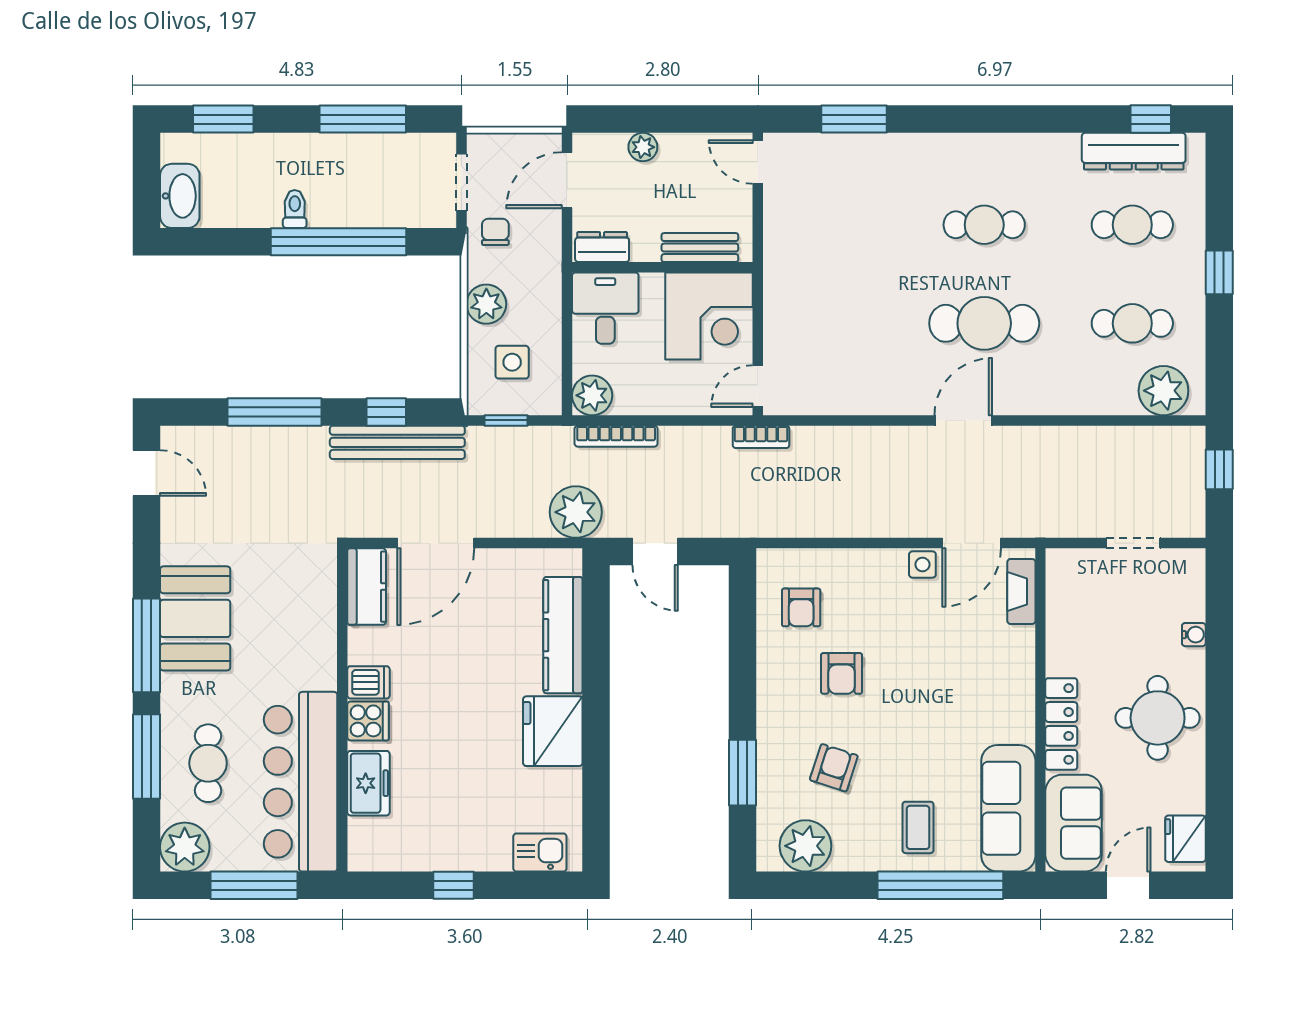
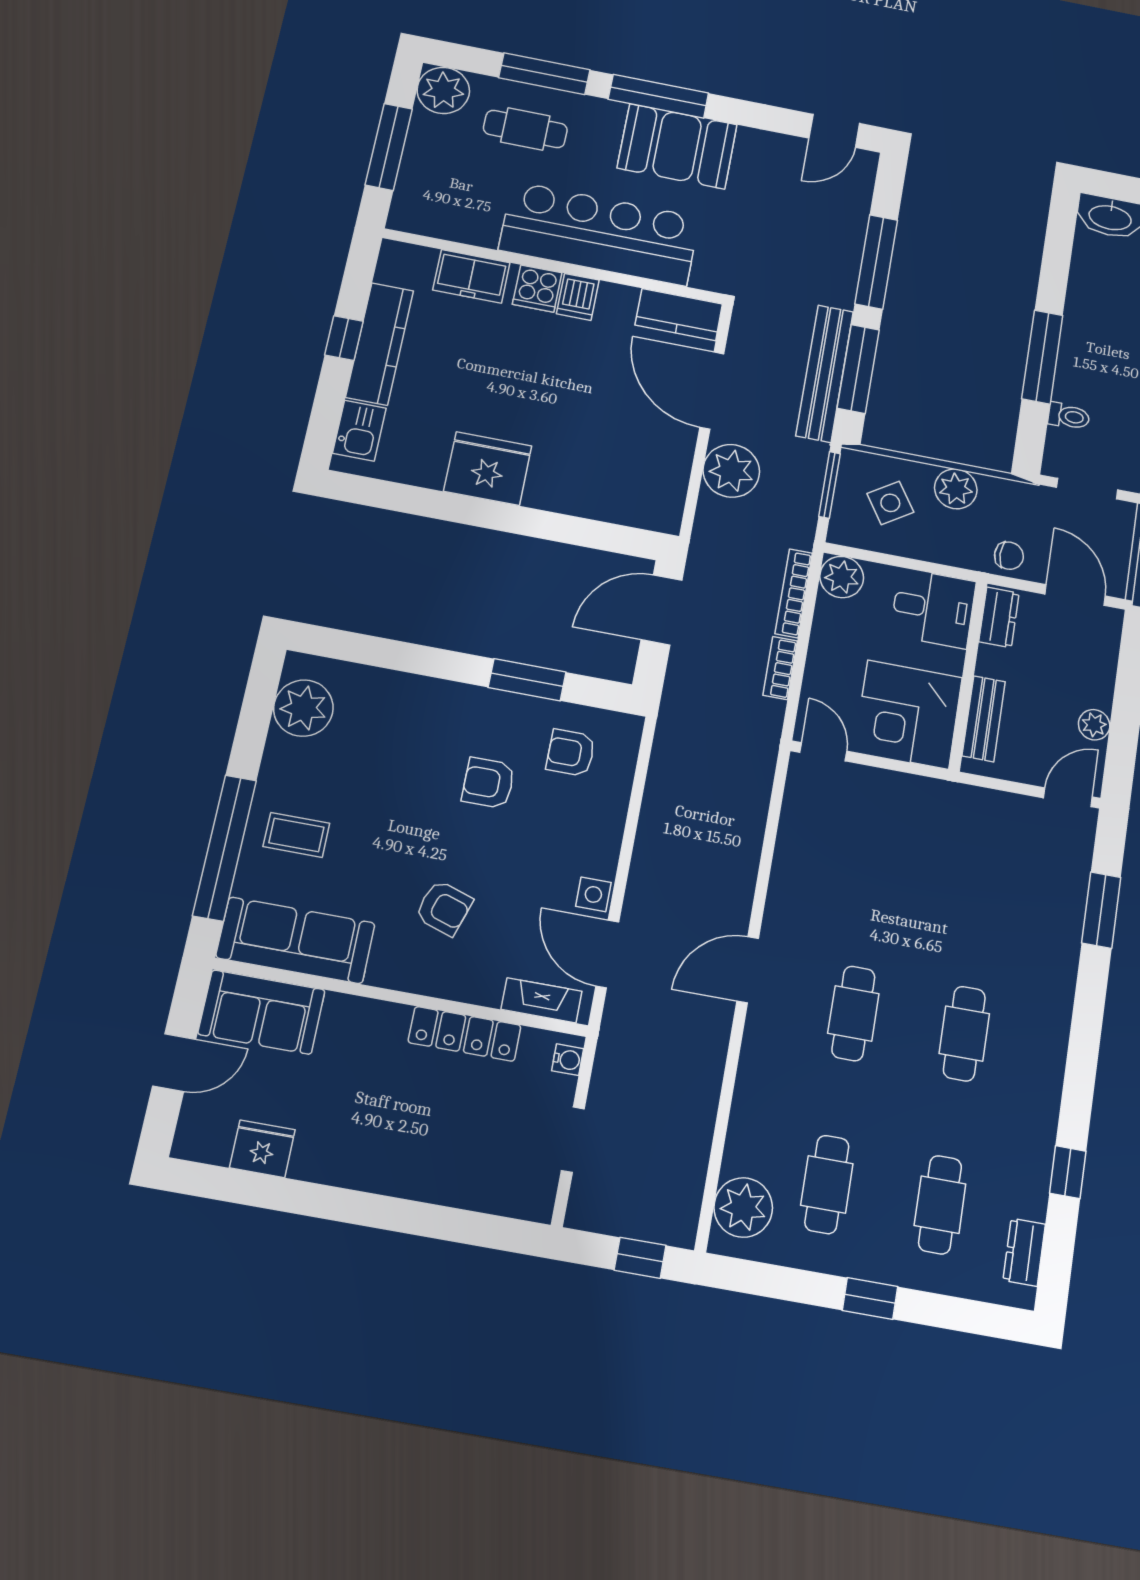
window: (1151, 119) -> (1068, 1172), moved
plant: (643, 147) -> (1094, 725), moved
dresser: (1134, 151) -> (1024, 1252), width x0.51, depth x0.80
toilet: (295, 209) -> (1069, 416), moved
chair: (495, 232) -> (1009, 556), moved
window: (339, 242) -> (1042, 357), width x0.68
cafe table: (984, 323) -> (853, 1013), width x0.73, depth x0.74
side table: (512, 362) -> (890, 503), turned -33
window: (386, 412) -> (858, 369), width x2.17
window: (506, 420) -> (829, 485), width x1.50
door: (963, 420) -> (748, 970), swing flipped
bookcase: (761, 437) -> (780, 668), moved
plant: (576, 512) -> (731, 471), moved
door: (655, 552) -> (662, 610), width x1.38
kitchen counter: (563, 635) -> (380, 344), moved, turned 90
water cooler: (1194, 635) -> (568, 1060), moved, turned -90
round table: (1158, 718) -> (363, 1132), removed
locker: (1061, 724) -> (465, 1034), moved
armchair: (834, 768) -> (444, 908), moved
window: (742, 773) -> (527, 680), moved
bar counter: (301, 782) -> (599, 234), moved
fridge: (1185, 839) -> (262, 1149), moved
door: (1128, 885) -> (174, 1063), hinge flipped

